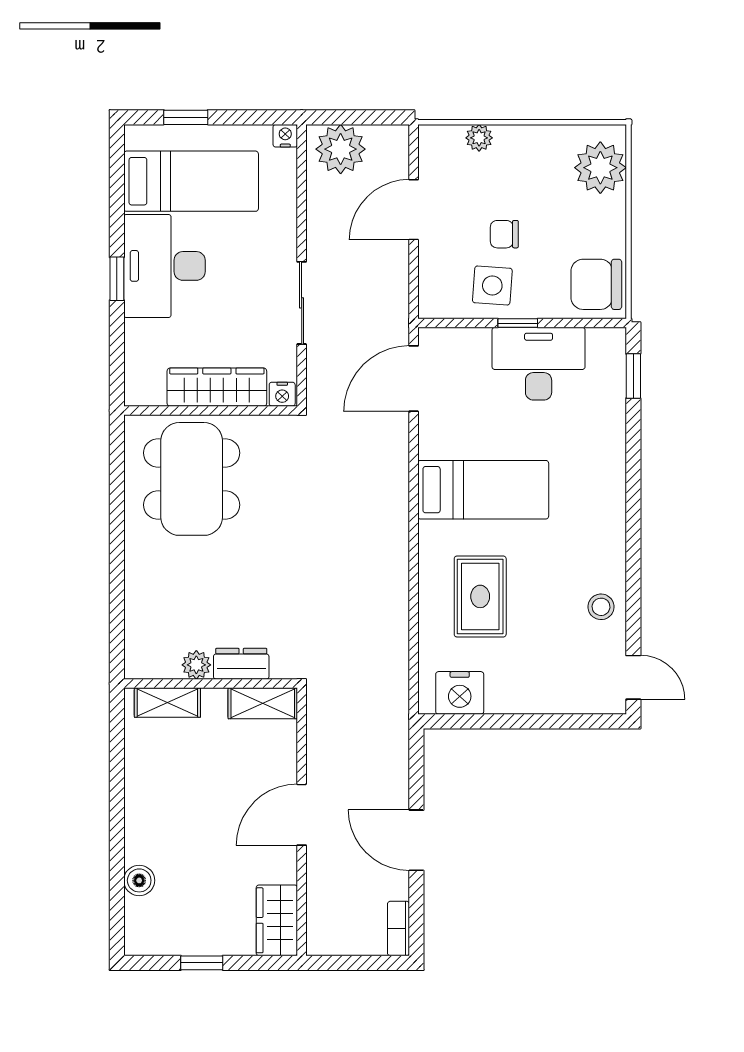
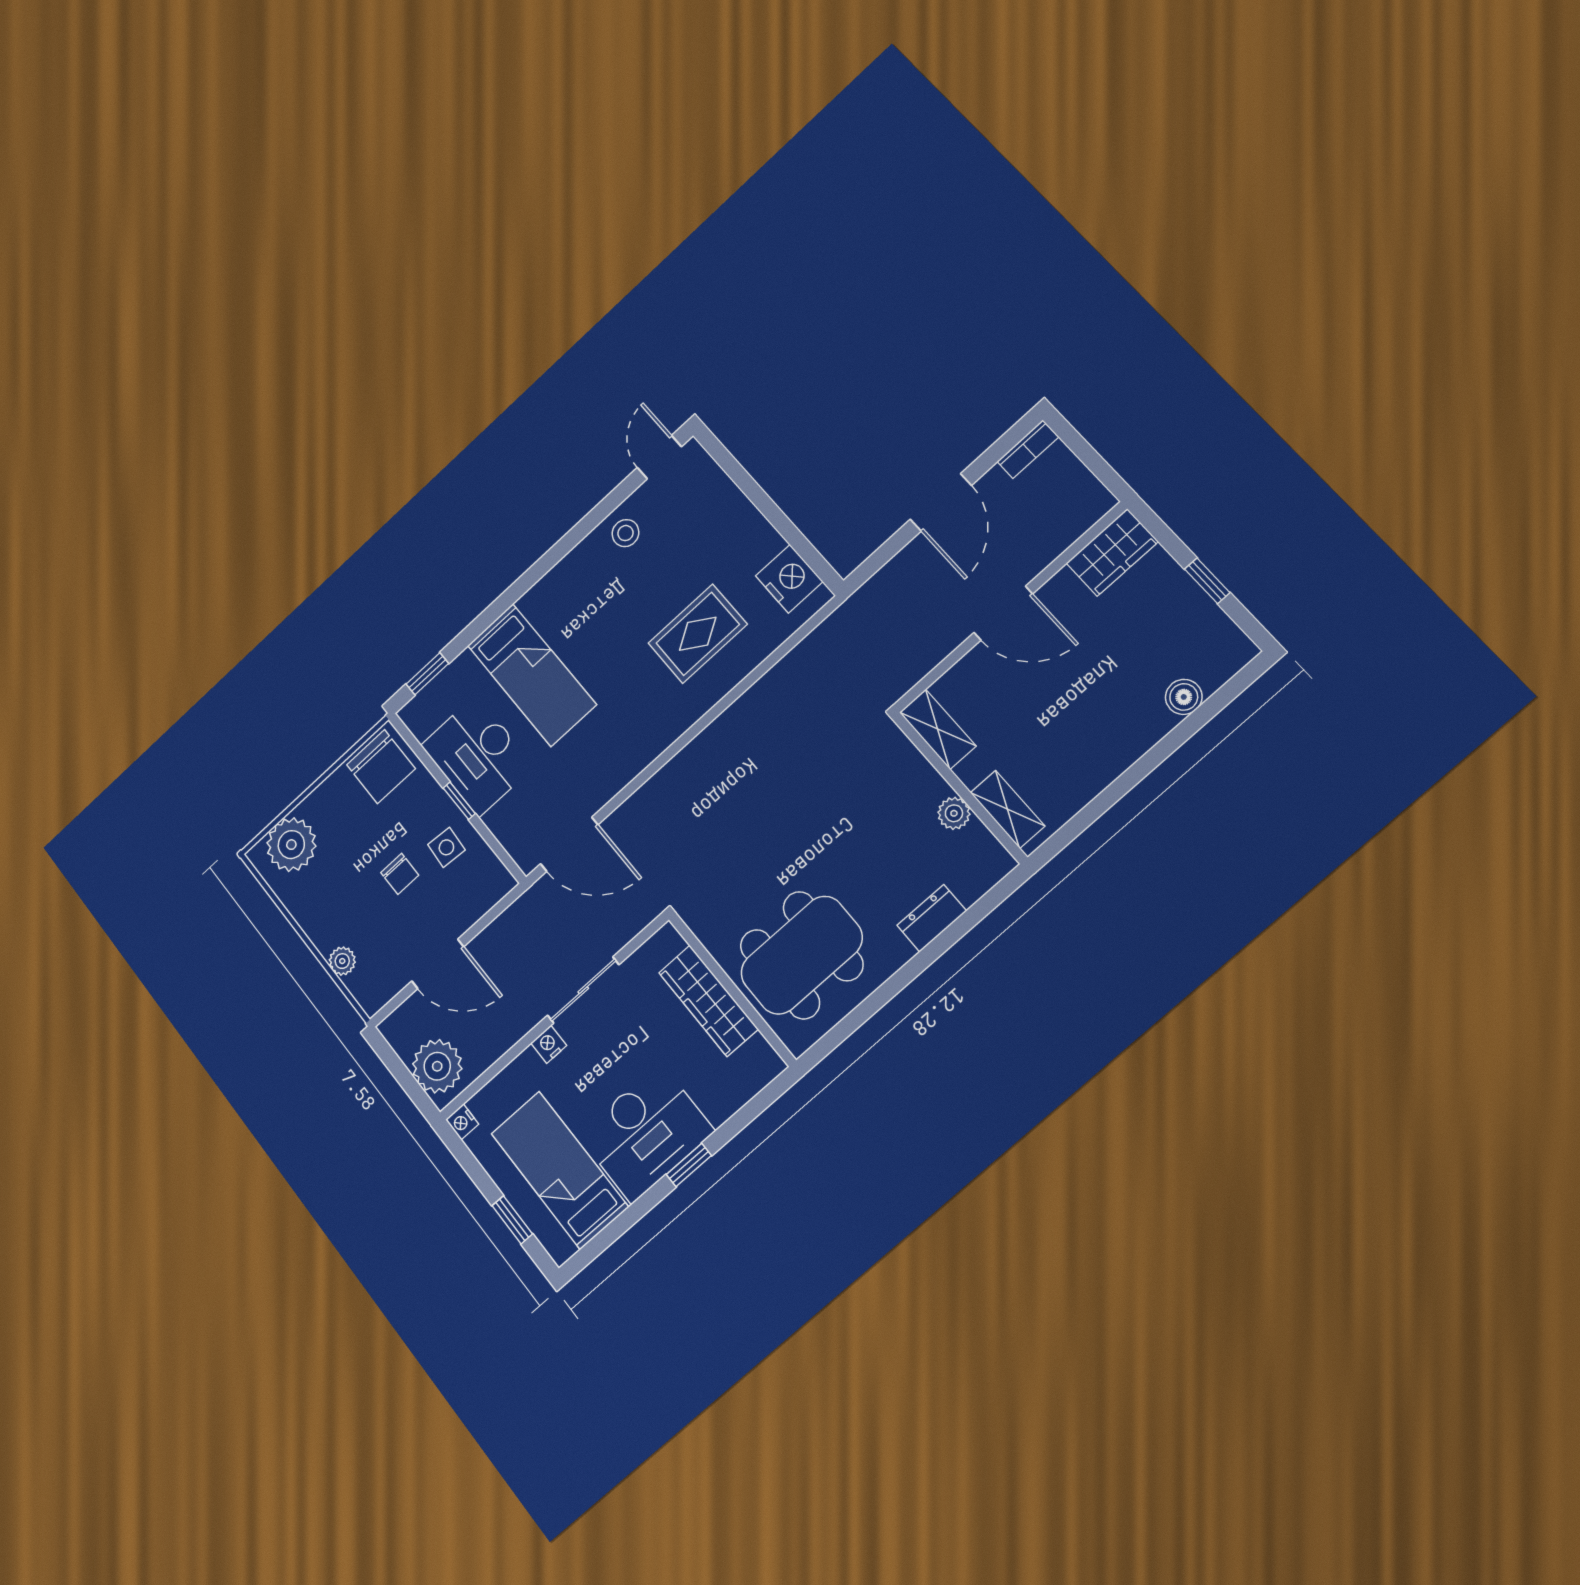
side table: (492, 285) -> (446, 847), width x0.73, depth x0.73
nightstand: (282, 394) -> (549, 1044), moved, turned -90
bed: (483, 490) -> (532, 675), moved, turned 180
dresser: (241, 664) -> (932, 918), moved, turned 90

